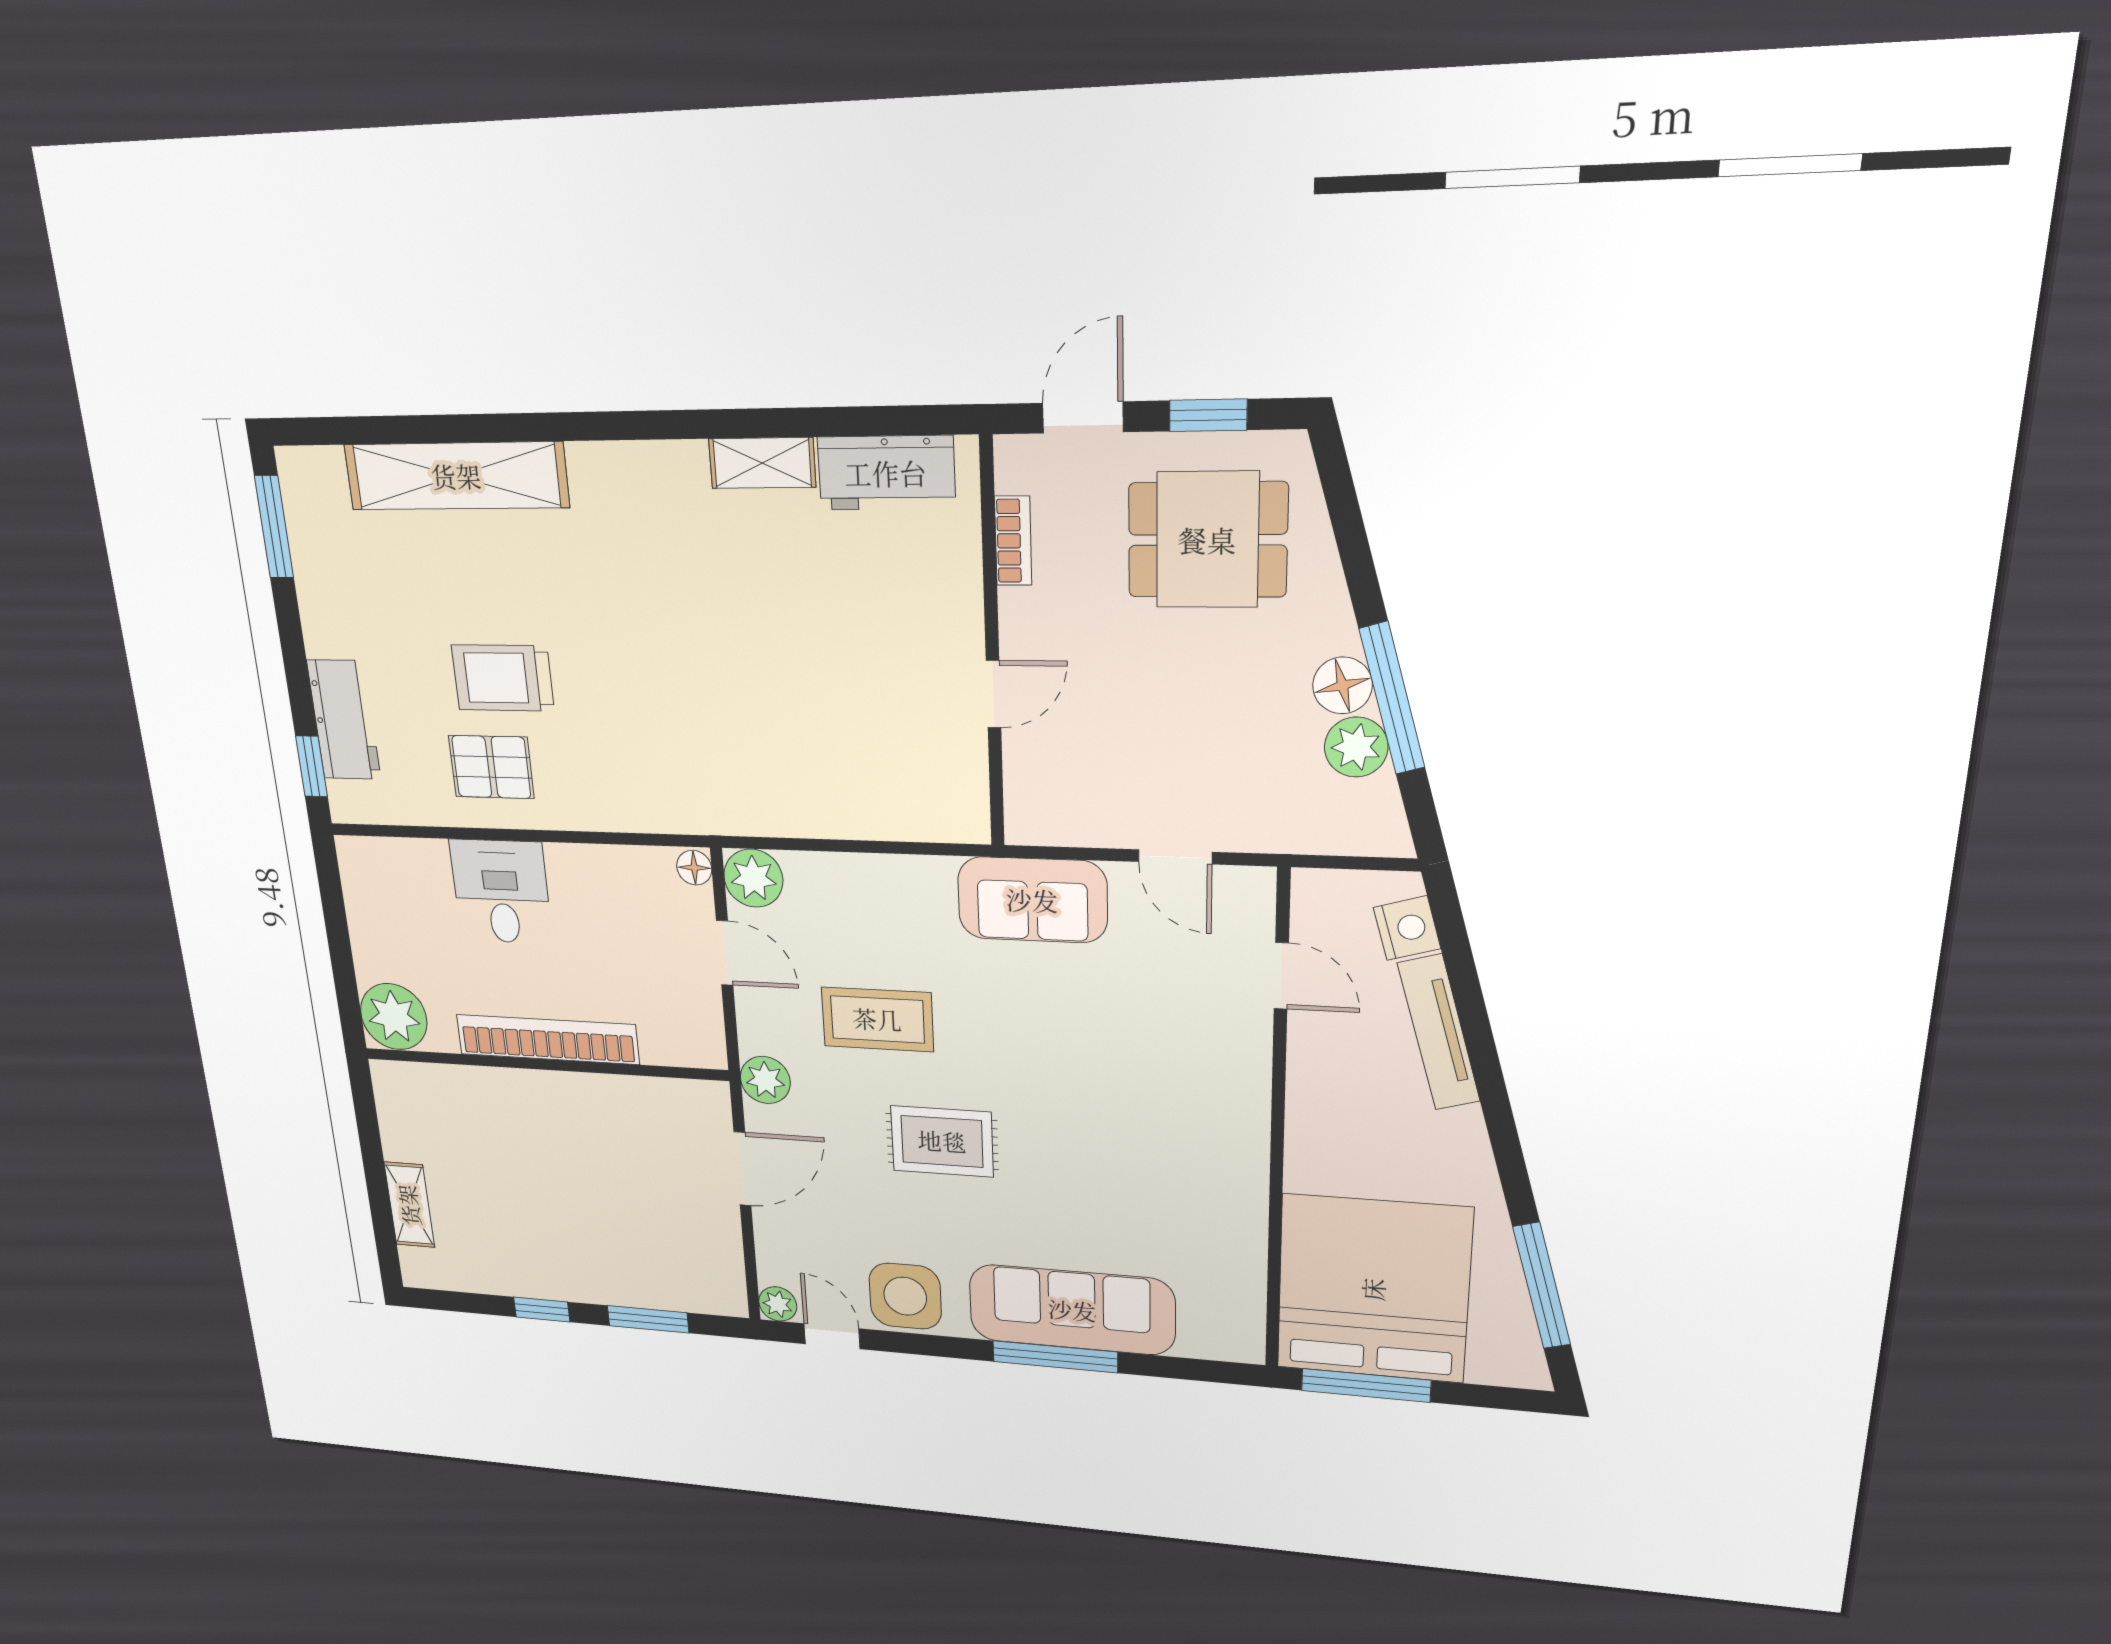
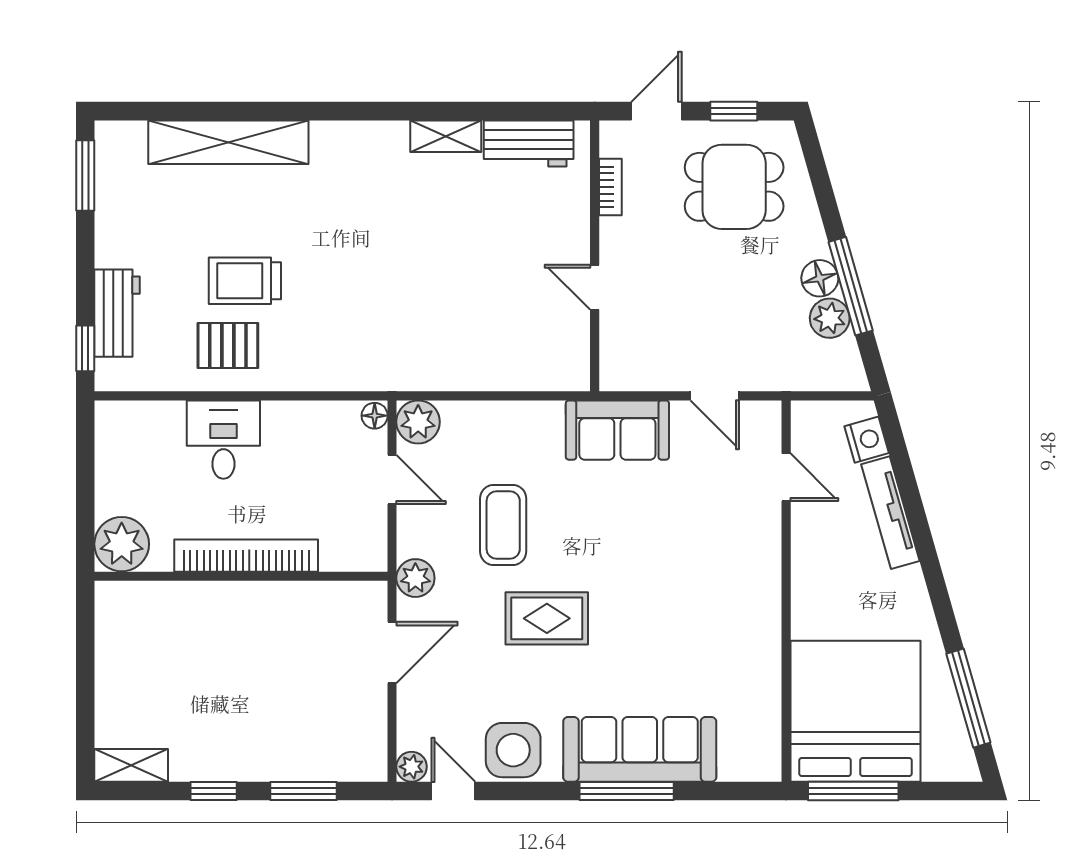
door: (994, 694) -> (595, 287), swing flipped
coffee table: (877, 1019) -> (503, 525), turned 90
shelving: (409, 1205) -> (131, 765), moved, turned 90

